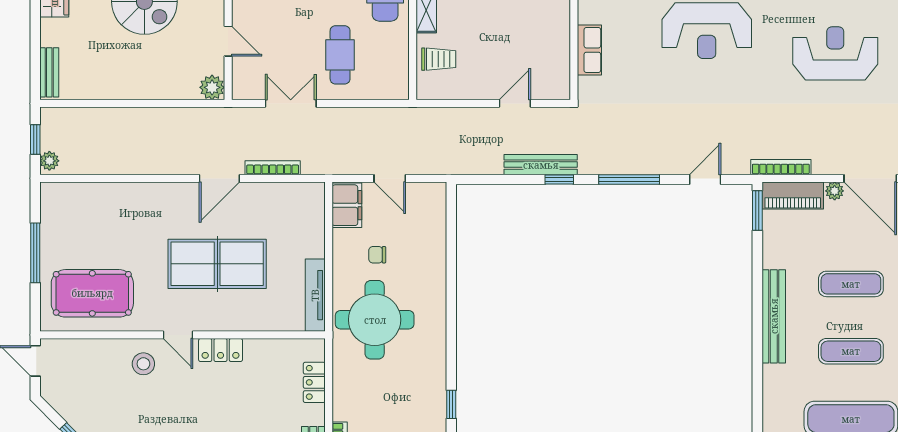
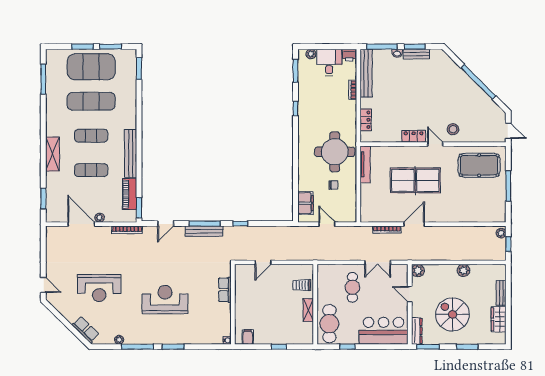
bench: (49, 72) -> (501, 293), moved
plant: (123, 88) -> (463, 270), added
bench: (541, 165) -> (204, 231), moved
piano: (793, 196) -> (130, 194), moved, turned -90
filing cabinet: (347, 205) -> (306, 203), moved, turned 180

